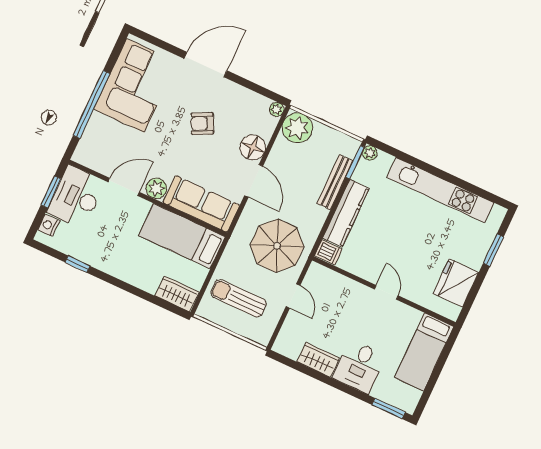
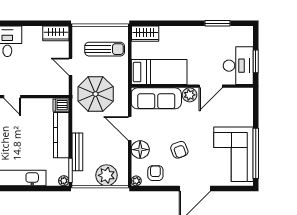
window: (92, 104) -> (256, 153), moved
armchair: (247, 108) -> (155, 173), added
armchair: (202, 124) -> (179, 150), turned 96
plant: (297, 128) -> (107, 175), moved
nightstand: (49, 225) -> (247, 39), removed
window: (77, 264) -> (217, 23), width x1.50
wardrobe: (318, 360) -> (56, 33), moved

